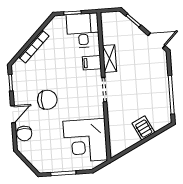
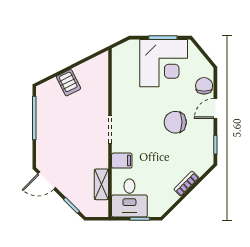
bookcase: (34, 46) -> (186, 184), width x0.64
shelving: (110, 59) -> (101, 184), moved
corner desk: (85, 141) -> (164, 63), moved, turned 90

